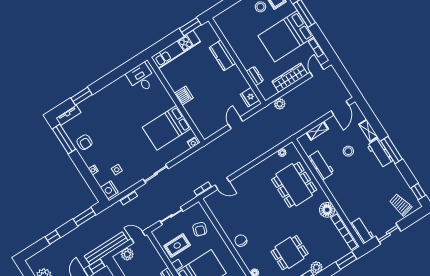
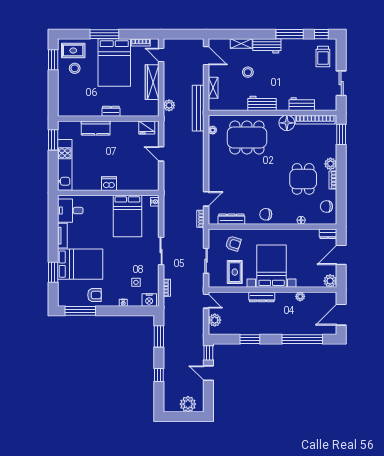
dresser: (255, 76) -> (111, 111), moved
bed: (102, 114) -> (80, 264), added
tv unit: (68, 115) -> (62, 236), moved
window: (392, 150) -> (290, 34), moved
workbench: (321, 165) -> (262, 103), moved
trolley: (401, 205) -> (323, 57), turned -76
dresser: (219, 215) -> (231, 219), added
workbench: (362, 231) -> (302, 104), moved
door: (138, 237) -> (206, 301), swing flipped
bench: (106, 248) -> (198, 108), moved

